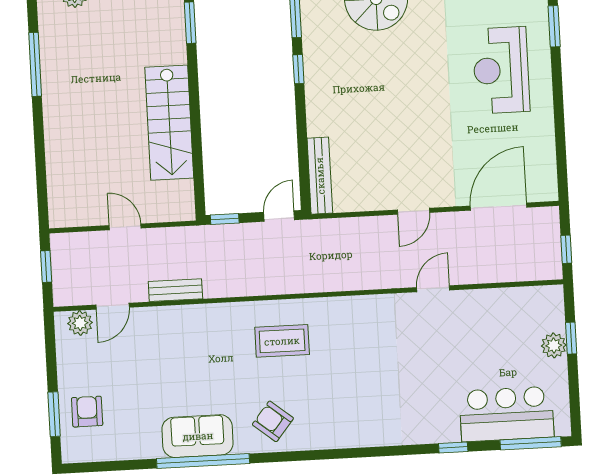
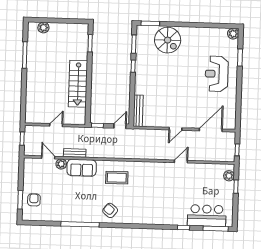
door: (125, 227) -> (56, 125), hinge flipped
door: (113, 306) -> (48, 157), swing flipped
plant: (80, 323) -> (61, 164), moved
plant: (554, 345) -> (229, 176), moved
sofa: (198, 436) -> (82, 168), moved, turned 180

